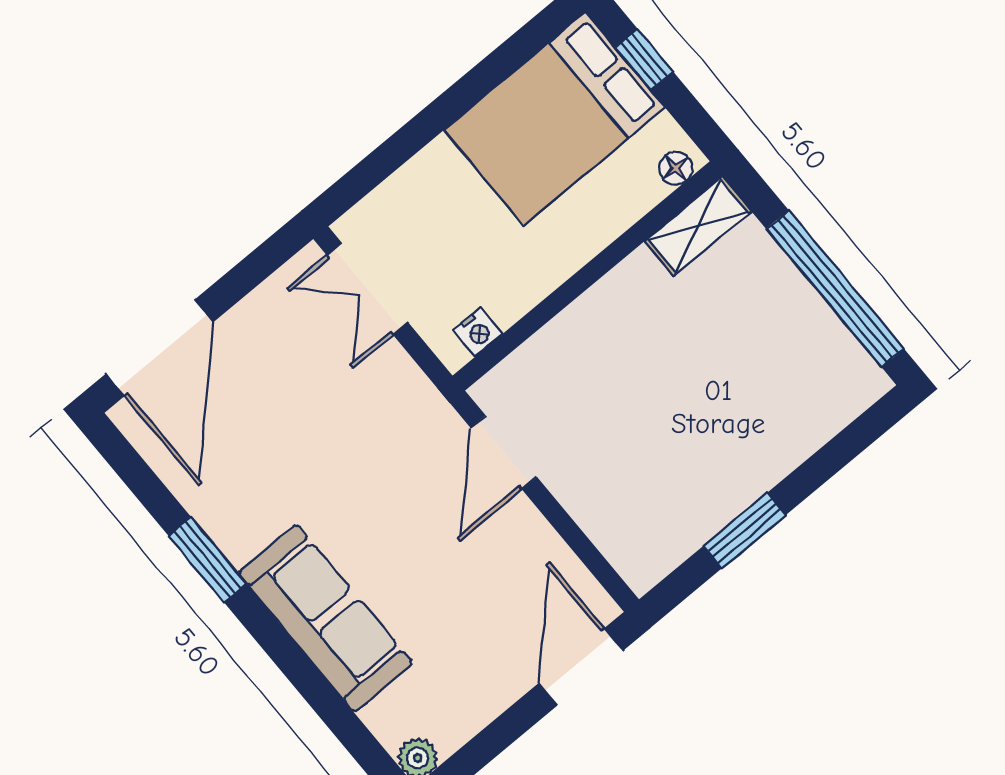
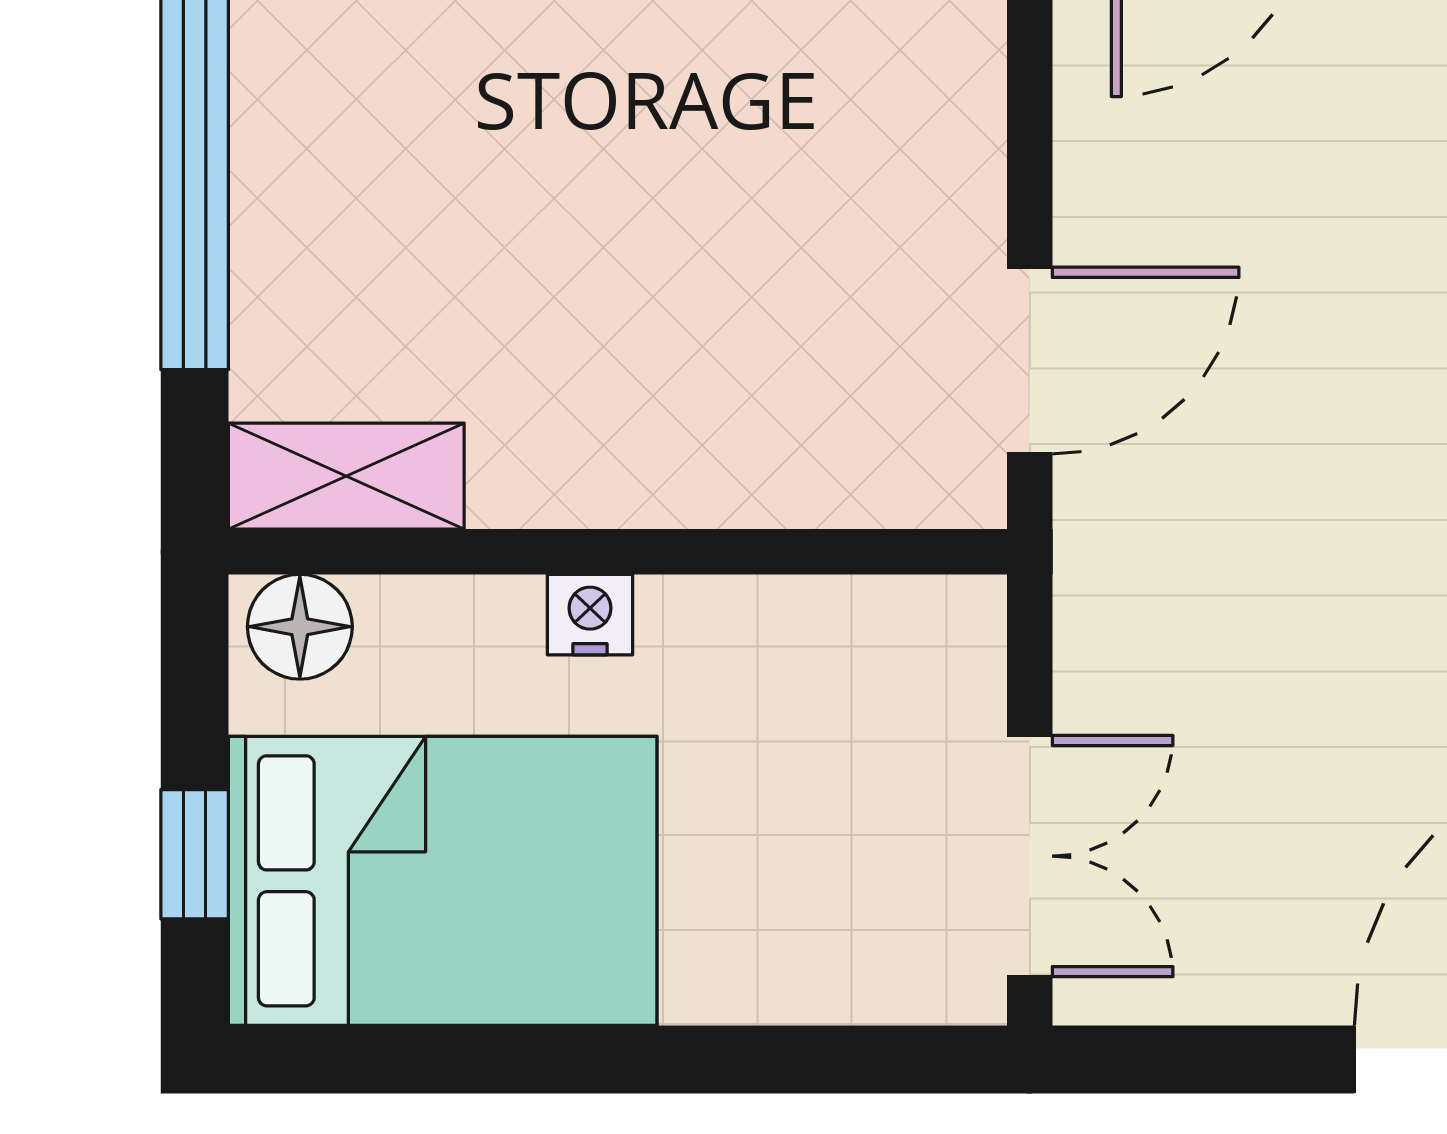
floor lamp: (676, 168) -> (300, 627), width x1.37, depth x1.37
nightstand: (478, 332) -> (590, 615), moved

